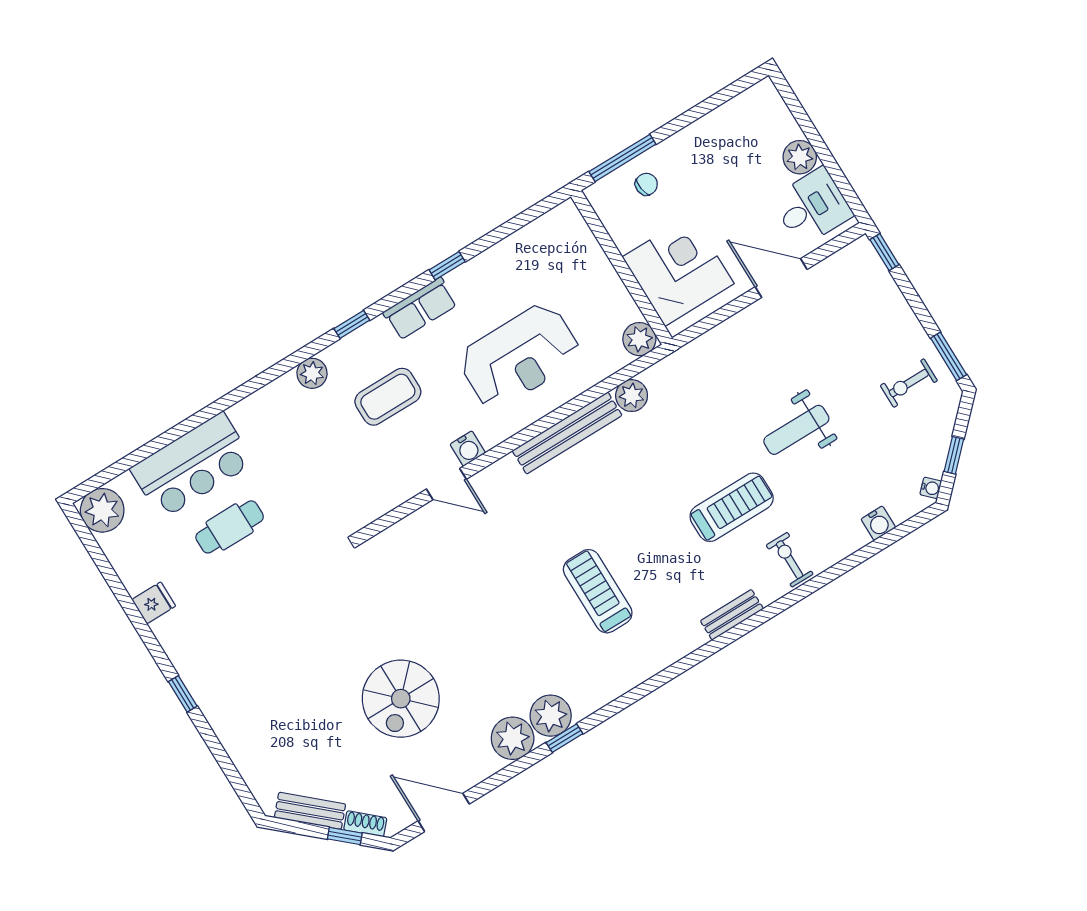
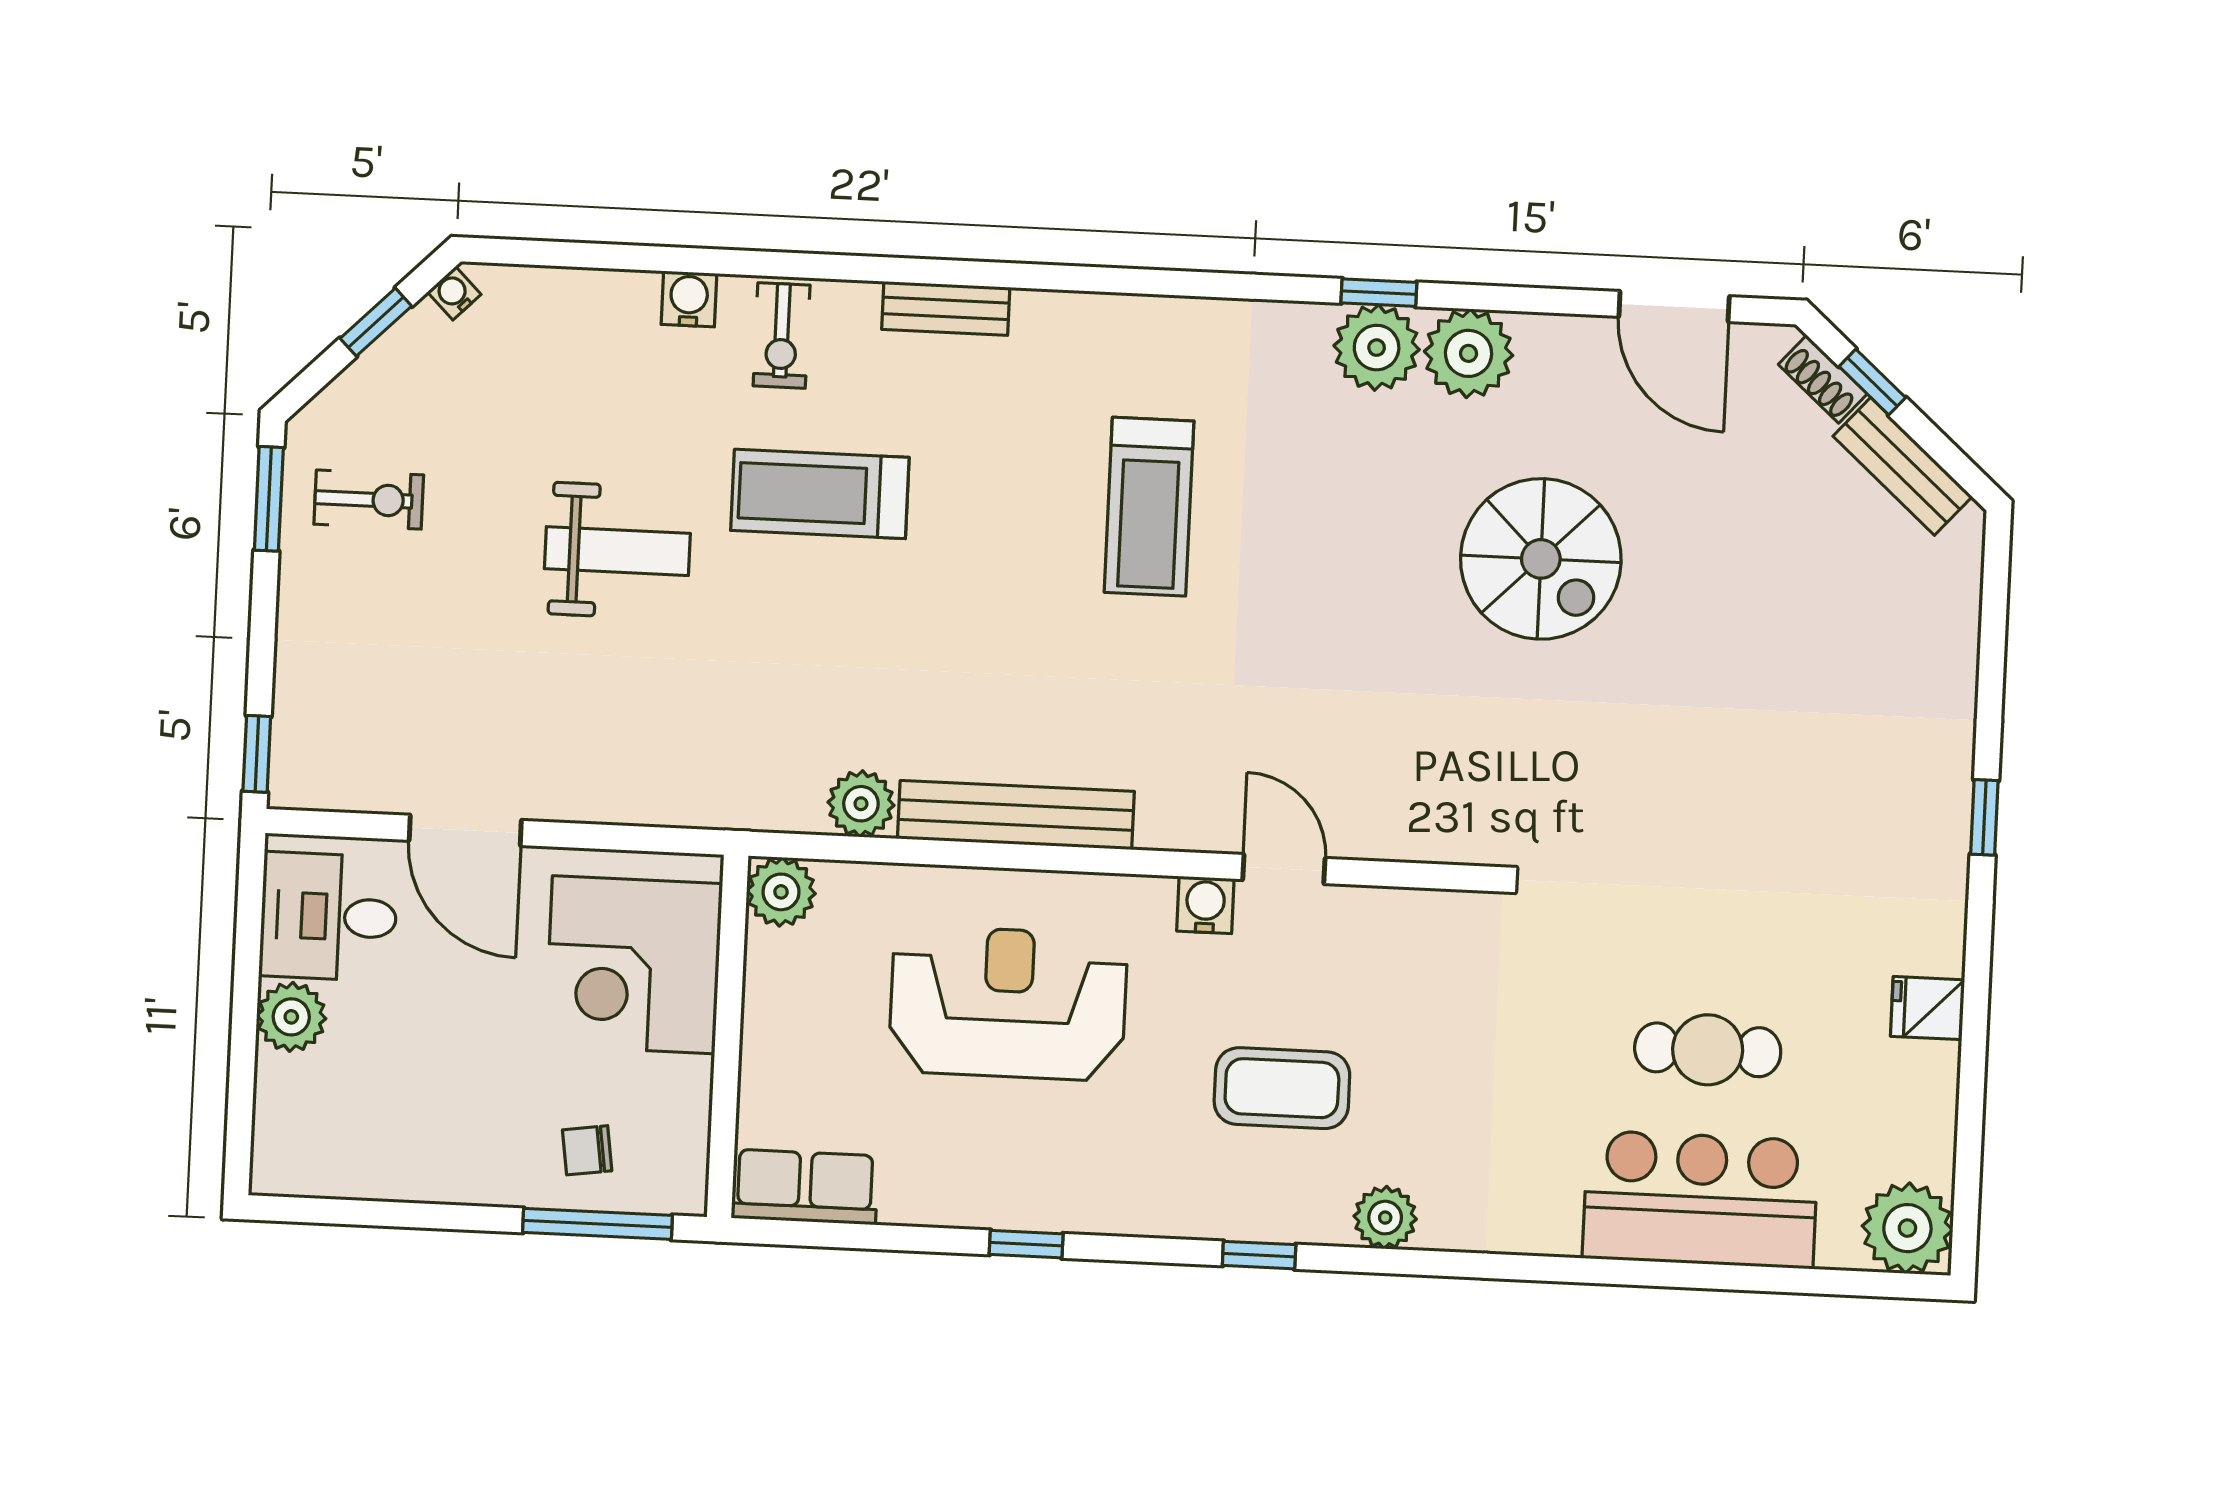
row of seats: (420, 309) -> (805, 1187), moved
water cooler: (878, 523) -> (689, 299), moved
spiral stairs: (401, 699) -> (1541, 559), moved, turned 90

